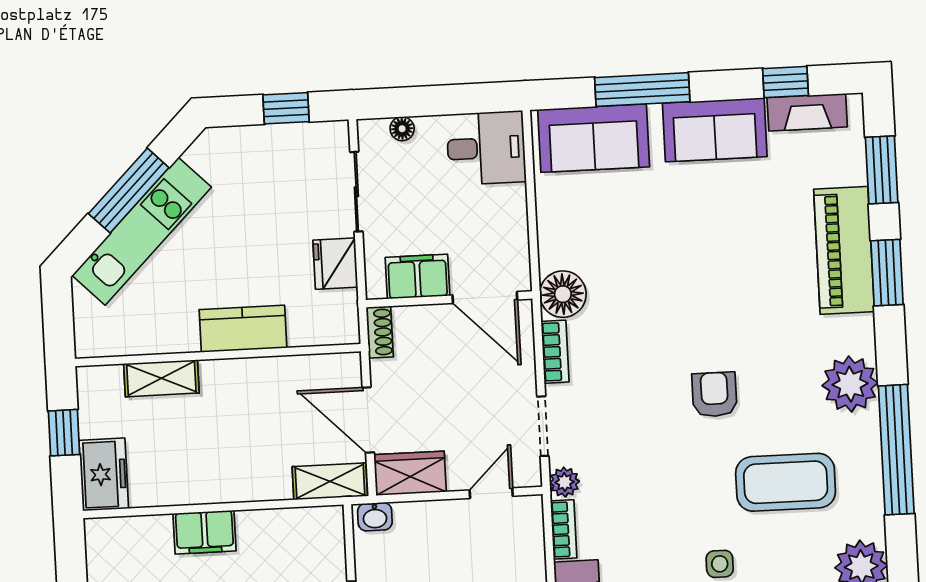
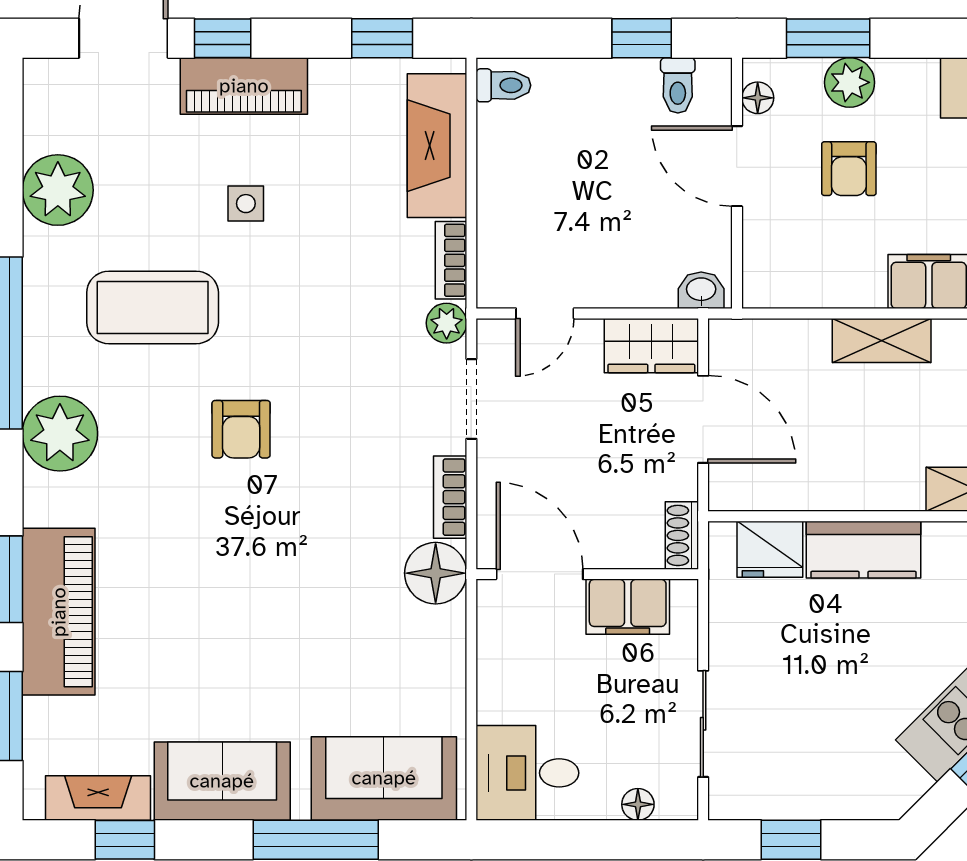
fridge: (335, 264) -> (770, 549), moved, turned 90
shelving: (330, 481) -> (882, 340), moved

